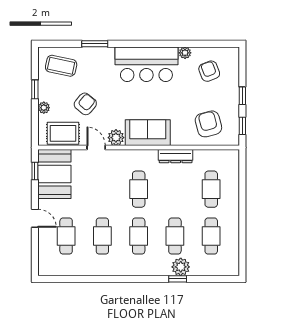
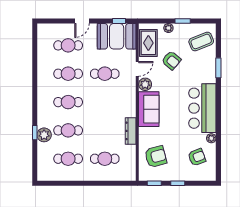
coffee table: (61, 66) -> (201, 41), turned 56
cafe table: (139, 189) -> (105, 74), moved

